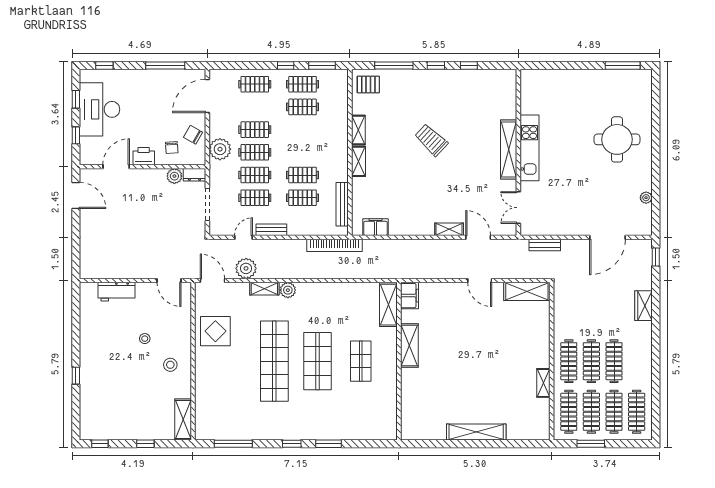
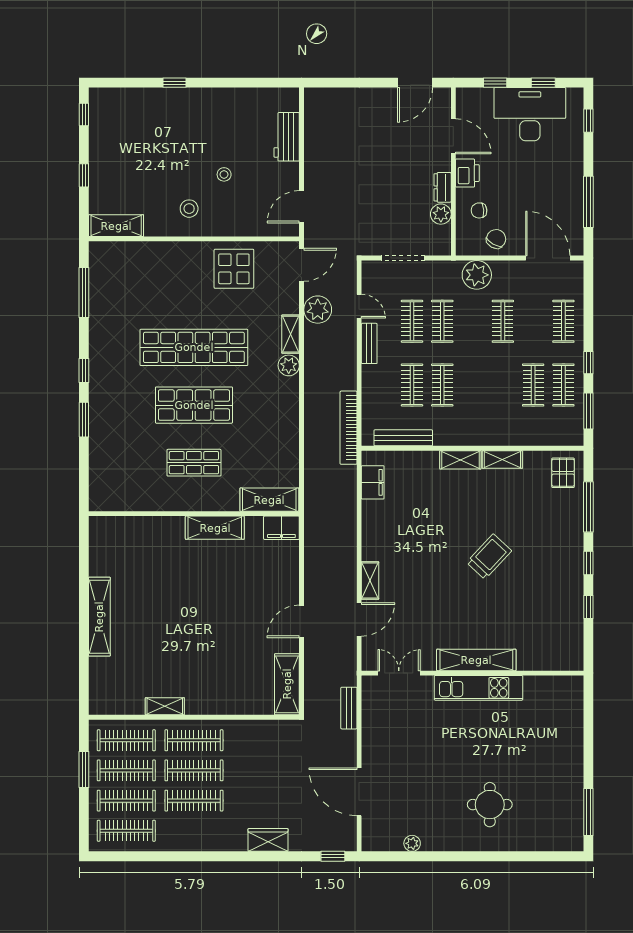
round table: (617, 139) -> (490, 805), width x0.73, depth x0.73
clothes rail: (255, 152) -> (473, 321), removed
dresser: (194, 175) -> (443, 187), moved

